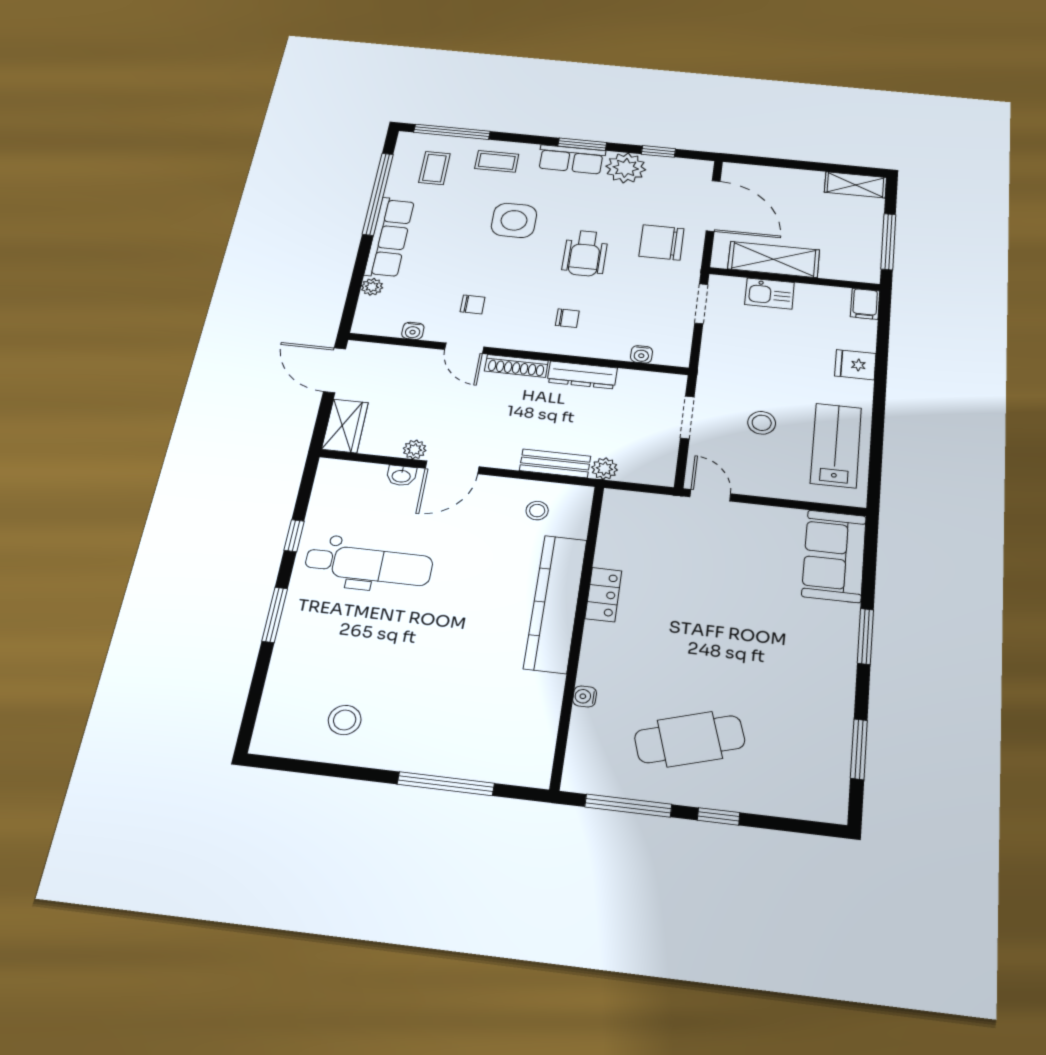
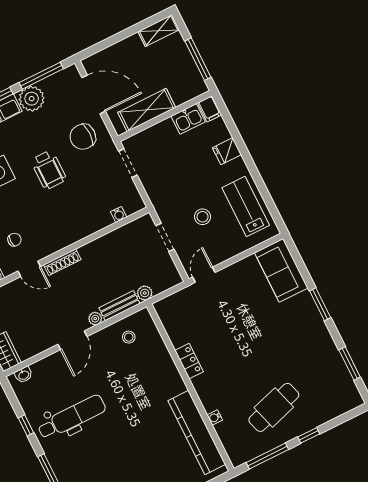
window: (658, 151) -> (41, 76), width x2.17
kitchen sink: (769, 294) -> (188, 119), moved
chair: (567, 318) -> (67, 217), removed
dresser: (582, 375) -> (98, 246), removed
plant: (415, 449) -> (95, 319), moved
washbasin: (401, 476) -> (24, 375), moved
door: (710, 495) -> (204, 275), hinge flipped
kitchen counter: (556, 603) -> (197, 433), moved

